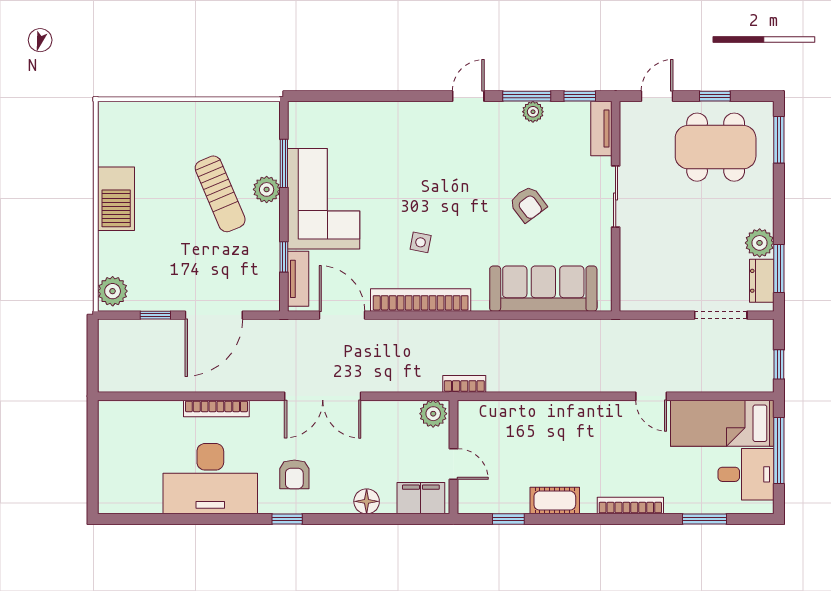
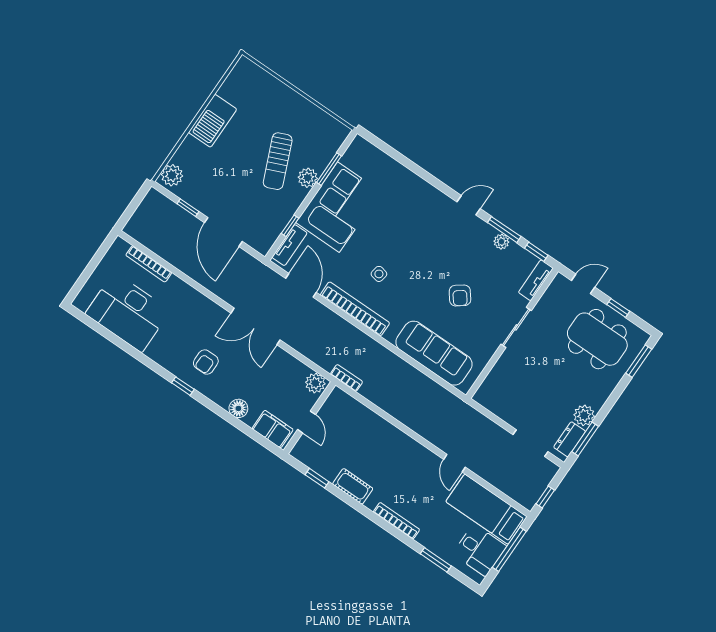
door: (214, 315) -> (223, 232), hinge flipped
bookcase: (216, 408) -> (149, 264), moved
desk: (210, 479) -> (128, 312), moved

